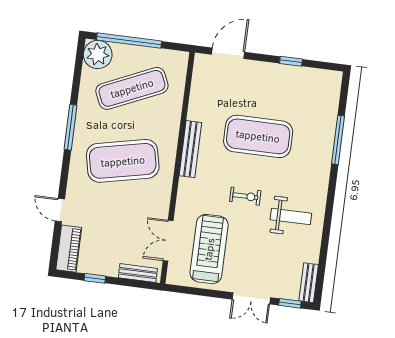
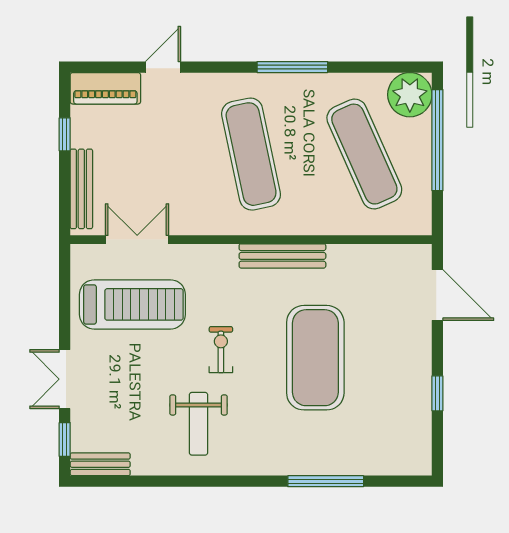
exercise mat: (123, 161) -> (251, 154), width x0.68
exercise bike: (245, 196) -> (221, 350), turned 180
bench: (138, 273) -> (81, 189), width x1.36

